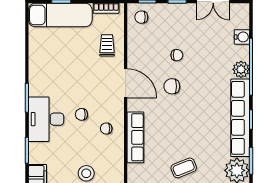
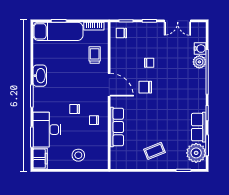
plant: (241, 69) -> (199, 62), moved
washbasin: (37, 72) -> (40, 76), added
row of seats: (240, 118) -> (199, 127), width x0.50
desk: (46, 119) -> (47, 130), moved

